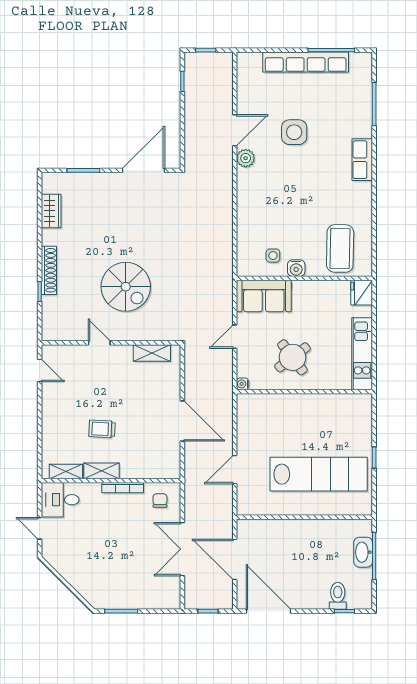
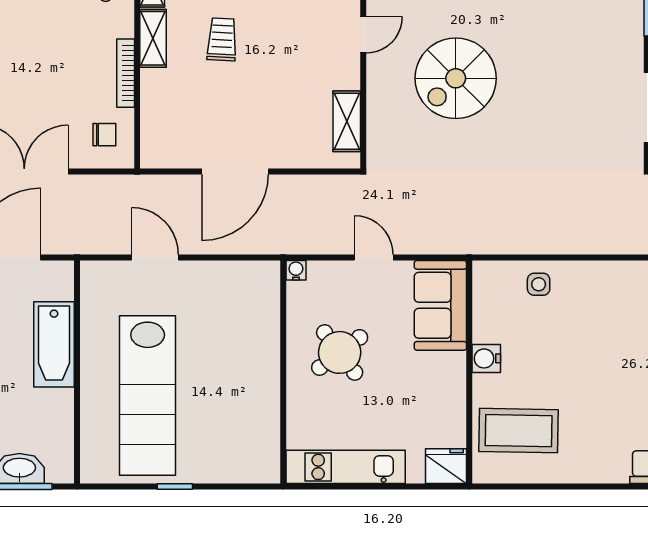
side table: (273, 256) -> (539, 284), moved
bathtub: (288, 531) -> (54, 344), added

